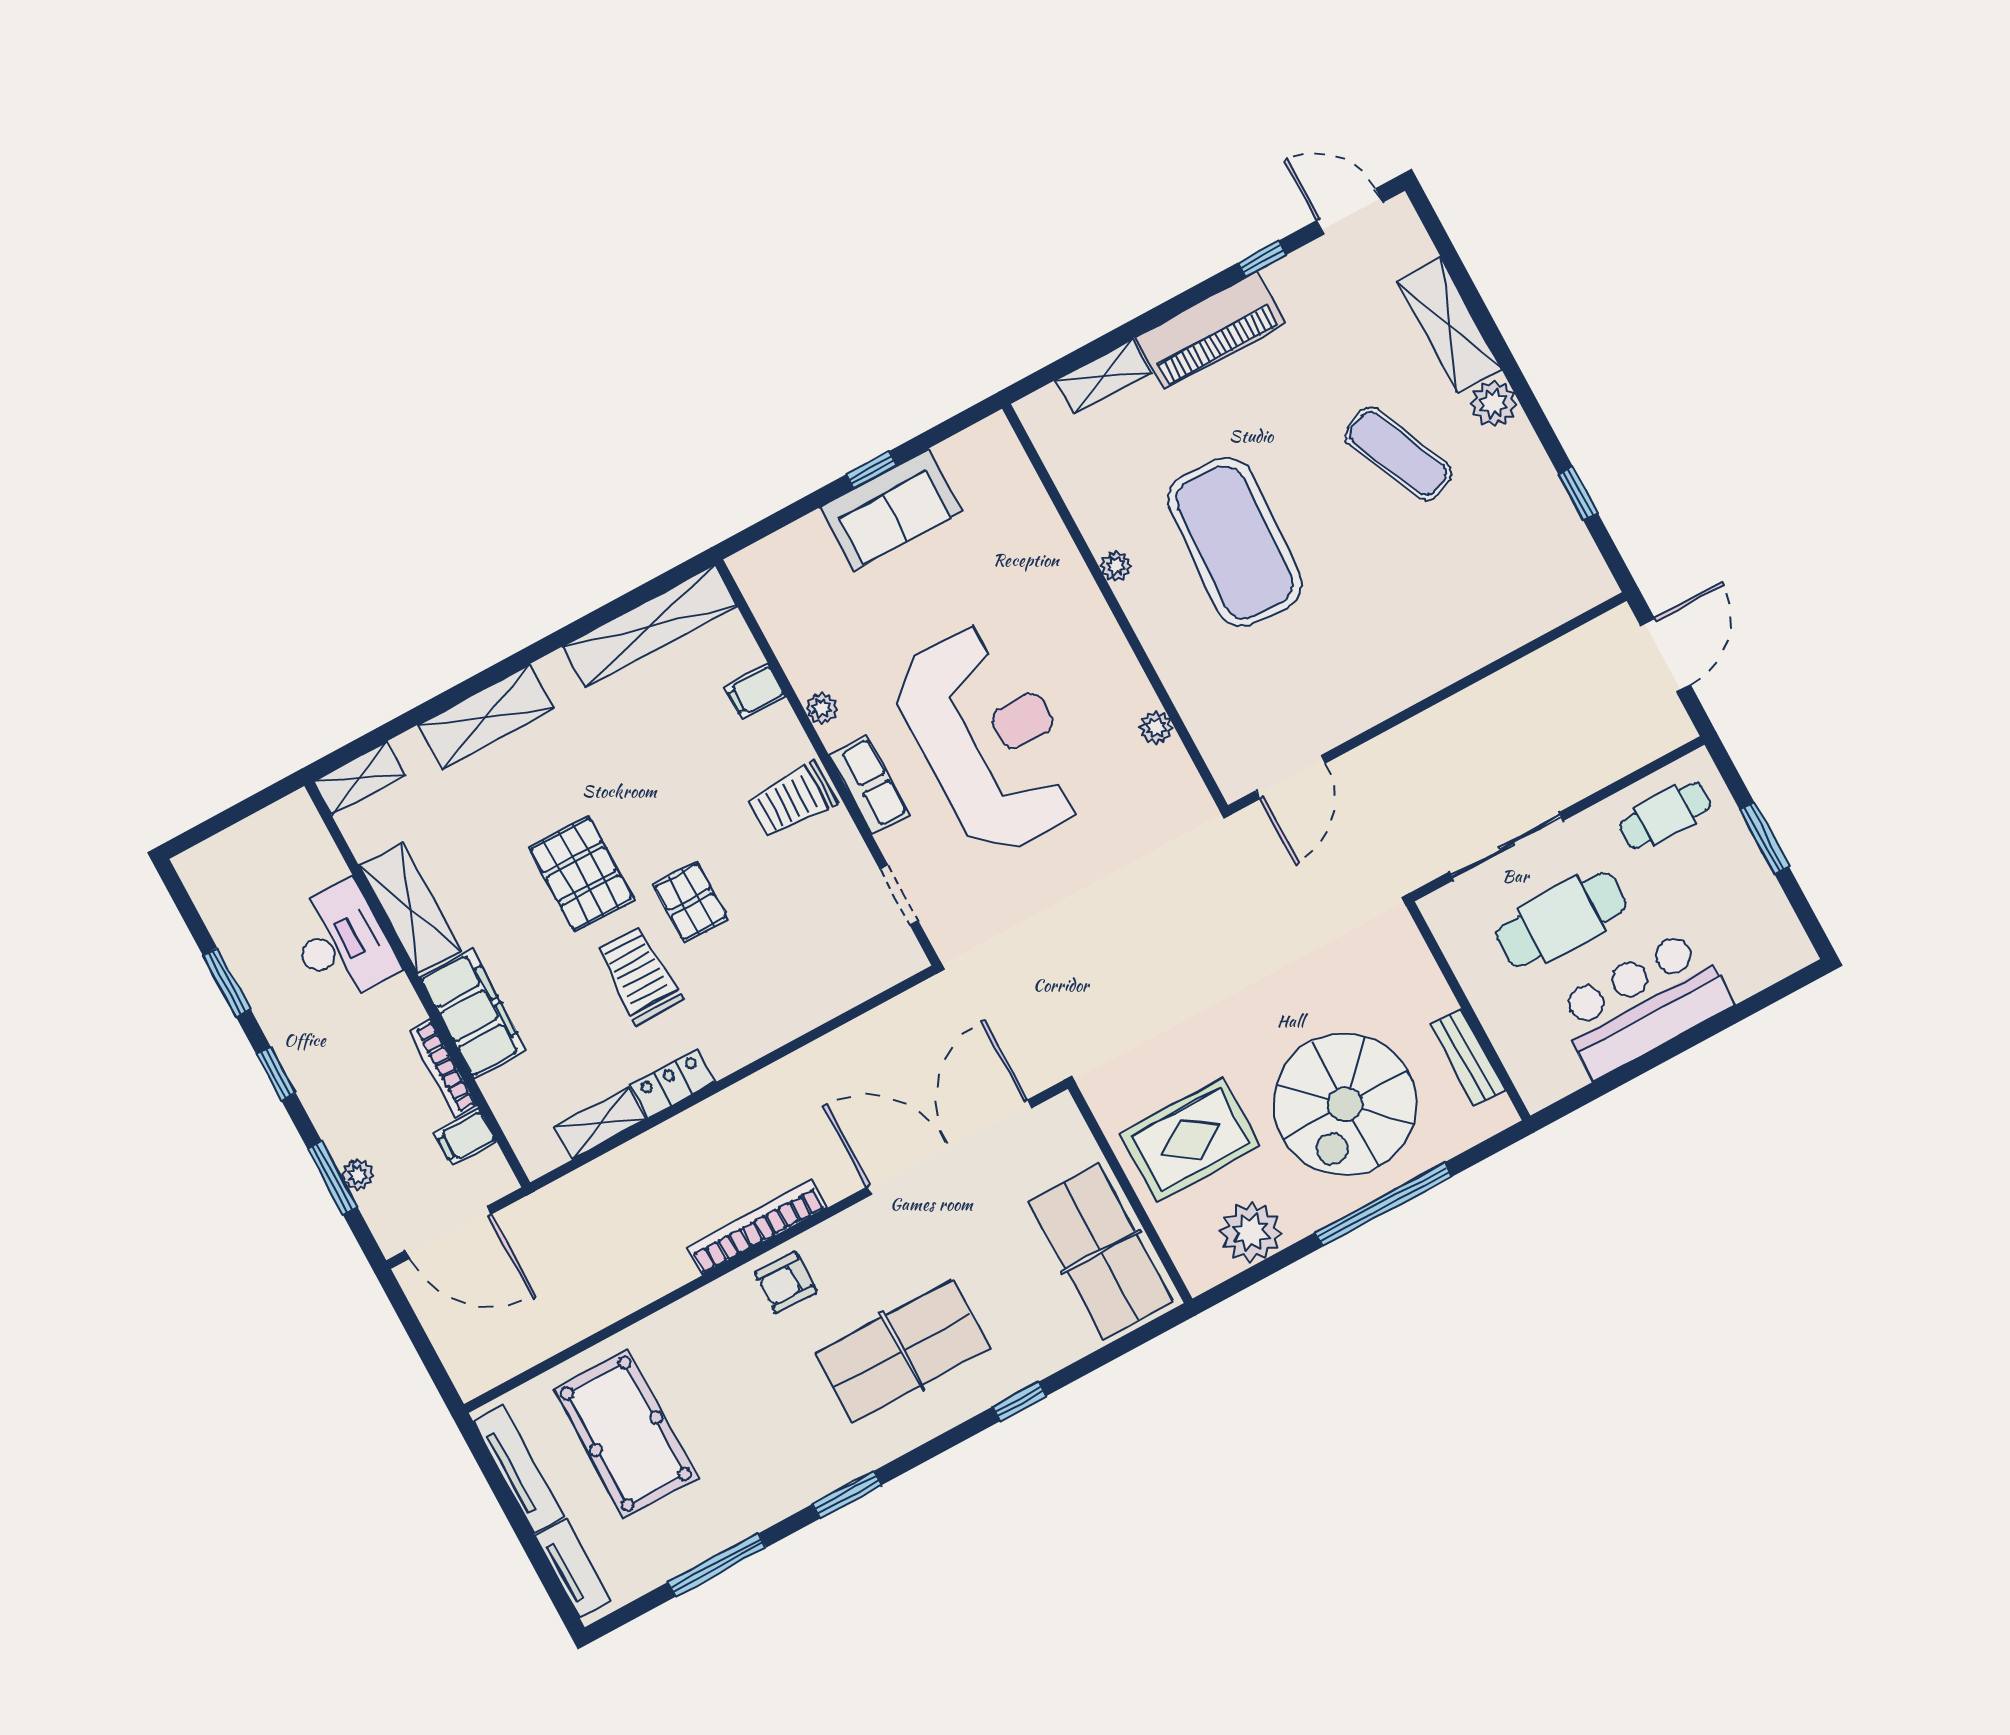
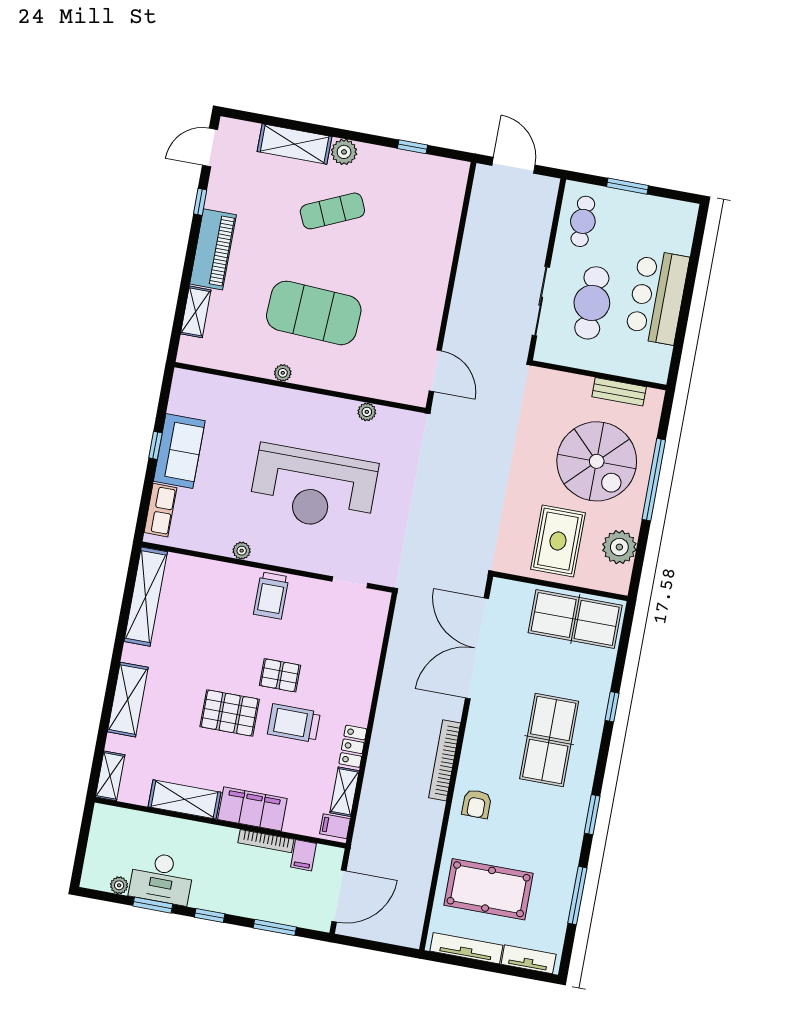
filing cabinet: (755, 691) -> (335, 826), moved, turned 90
reception desk: (990, 739) -> (314, 488), turned 180
row of seats: (870, 785) -> (160, 510), moved, turned 90
desk: (341, 942) -> (162, 878), moved, turned 180
plant: (358, 1175) -> (119, 885), moved
armchair: (786, 1283) -> (477, 804), moved

